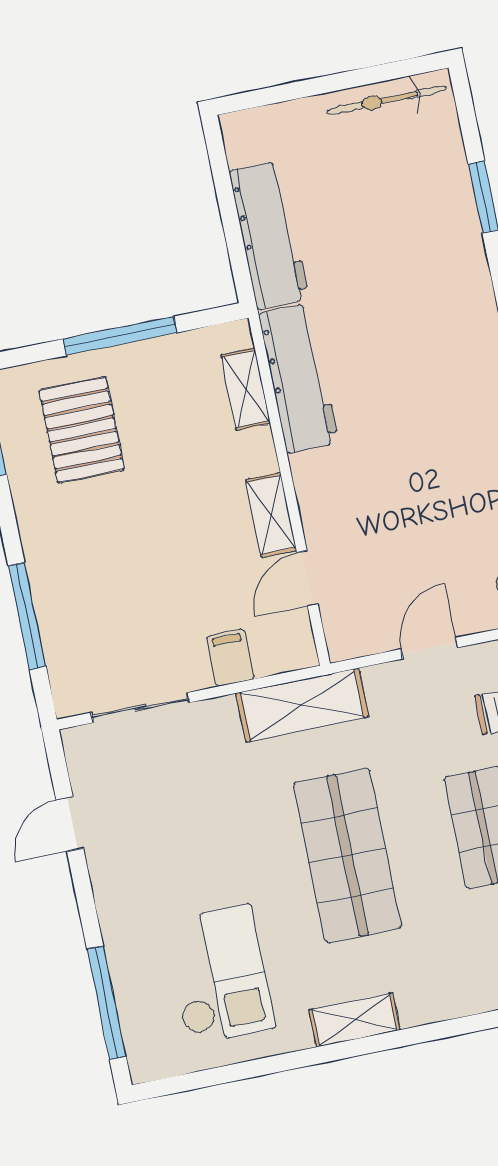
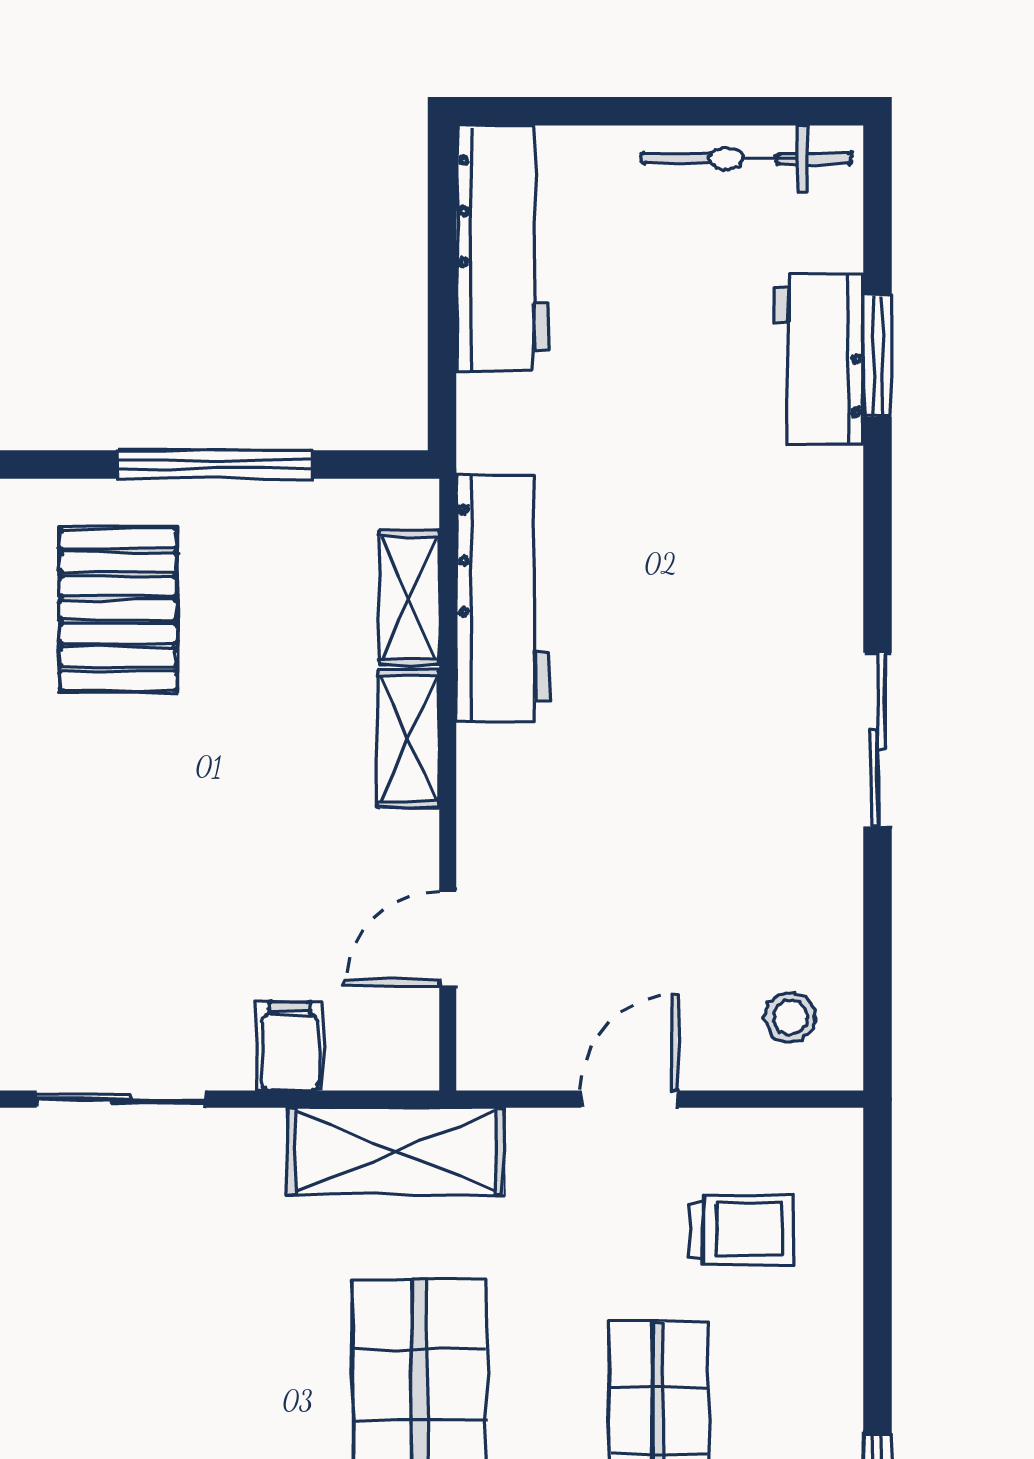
workbench: (451, 206) -> (819, 360), added
workbench: (269, 235) -> (502, 248), moved
shelving: (271, 515) -> (408, 739), moved

